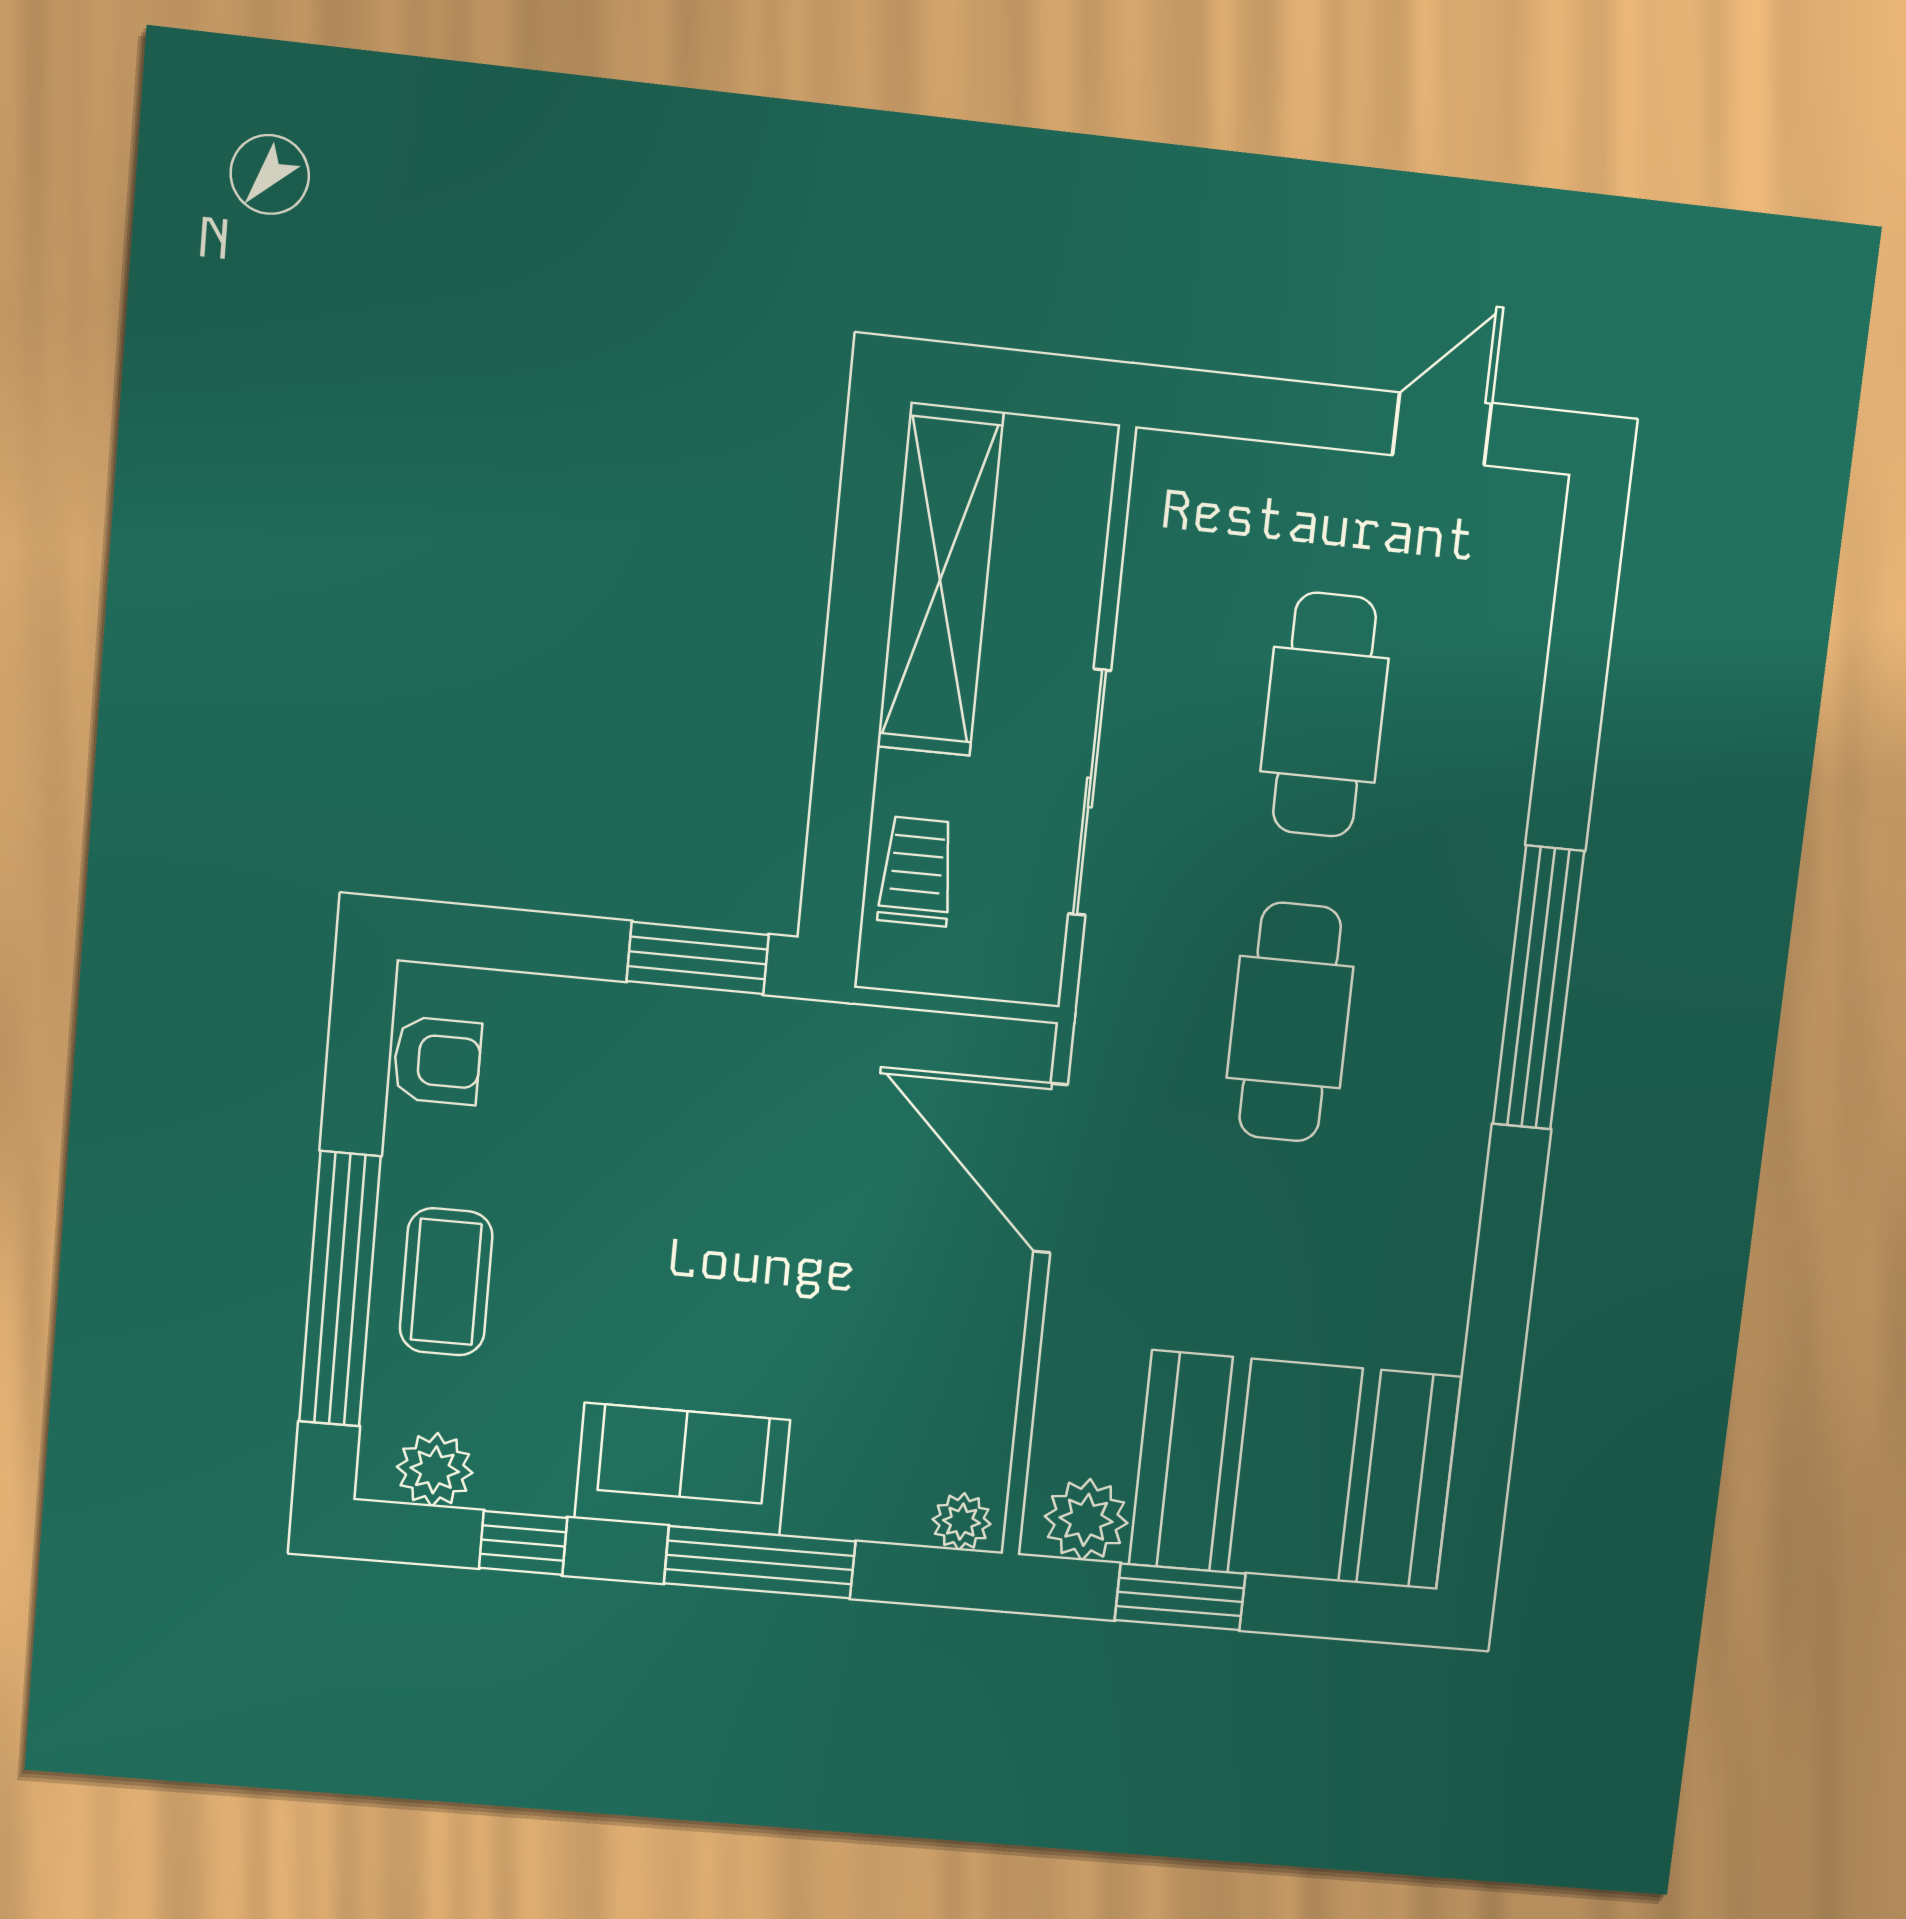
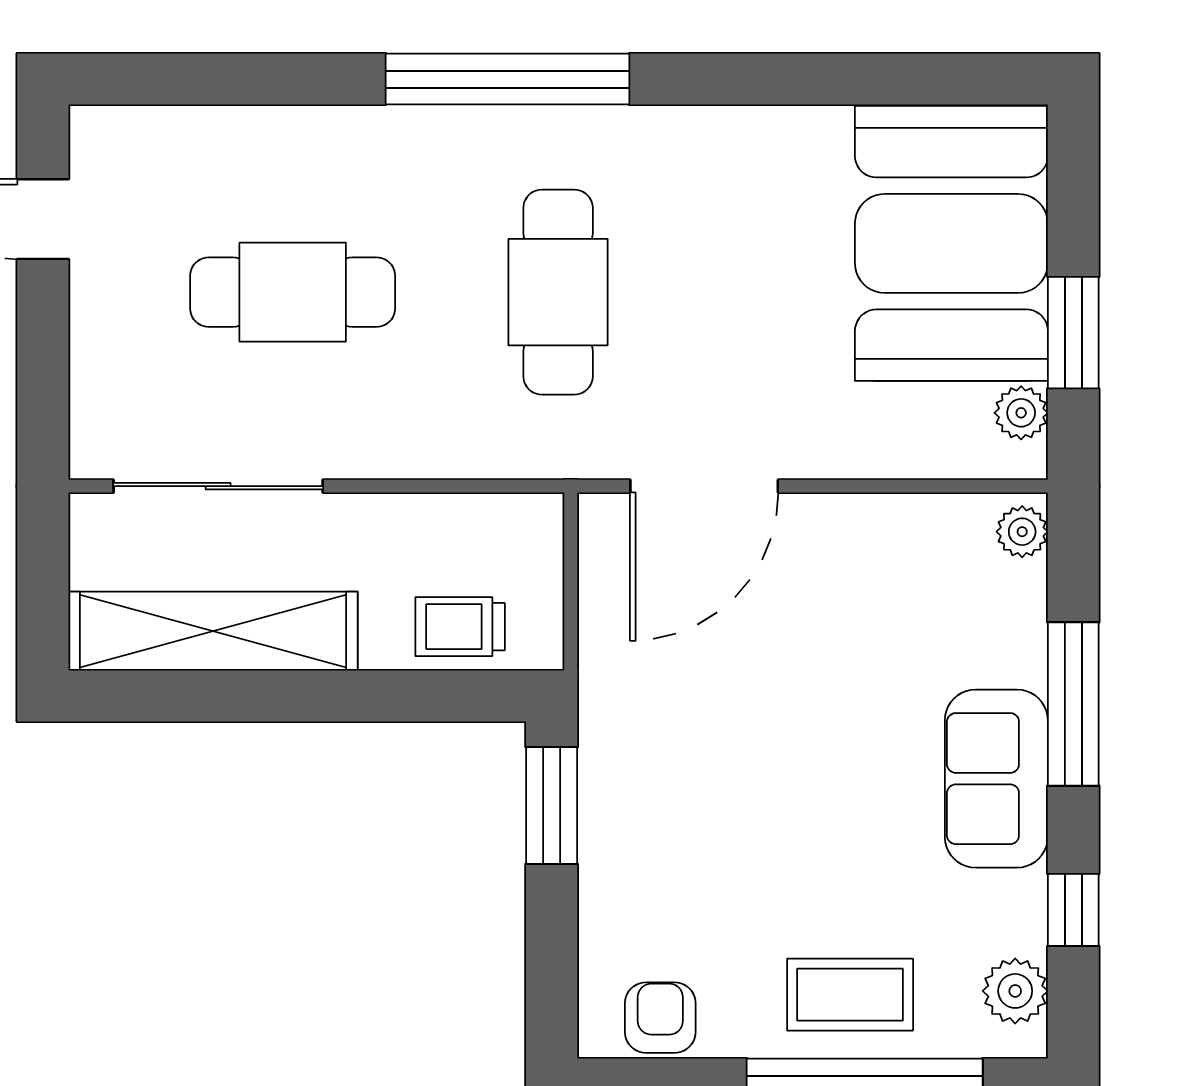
sliding door: (1090, 793) -> (218, 486), moved
cafe table: (1290, 1022) -> (558, 292), turned 90
plant: (1086, 1520) -> (1021, 413), width x0.73, depth x0.73

